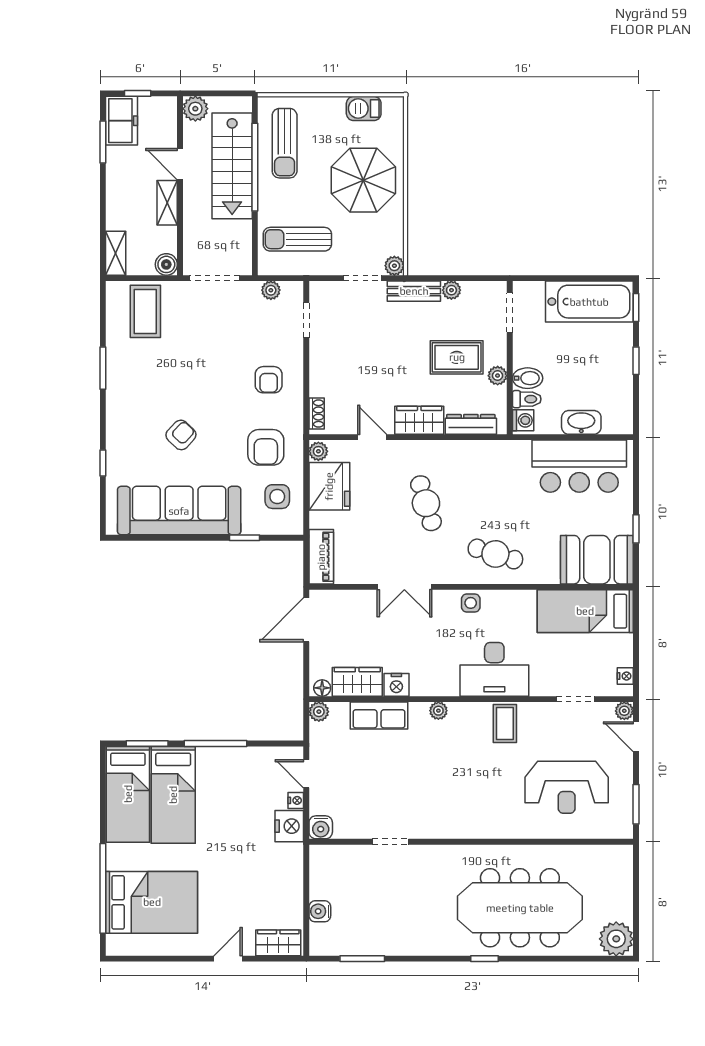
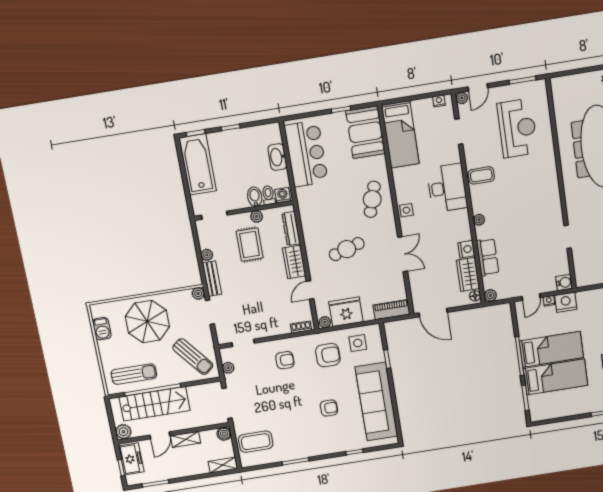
freezer: (122, 121) -> (131, 459), moved, turned 90
sun lounger: (297, 239) -> (193, 357), turned -39
armchair: (181, 435) -> (329, 408), turned 137
bed: (128, 794) -> (551, 349), moved

